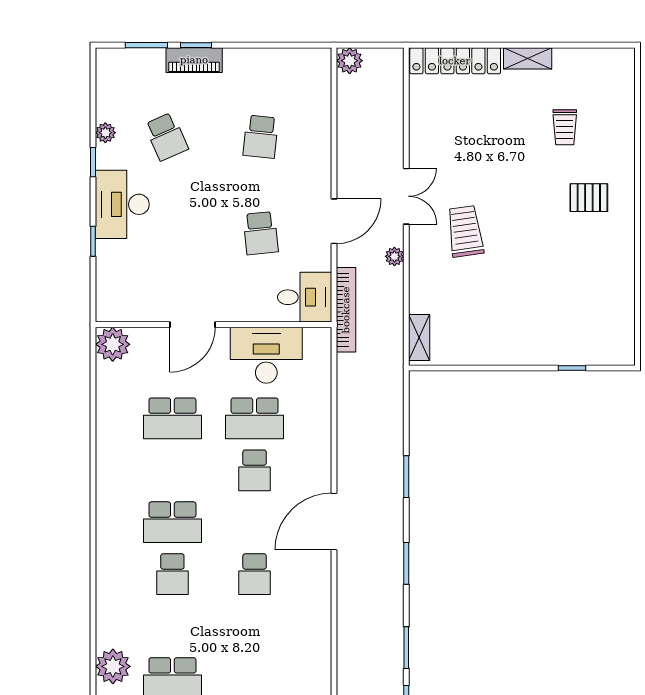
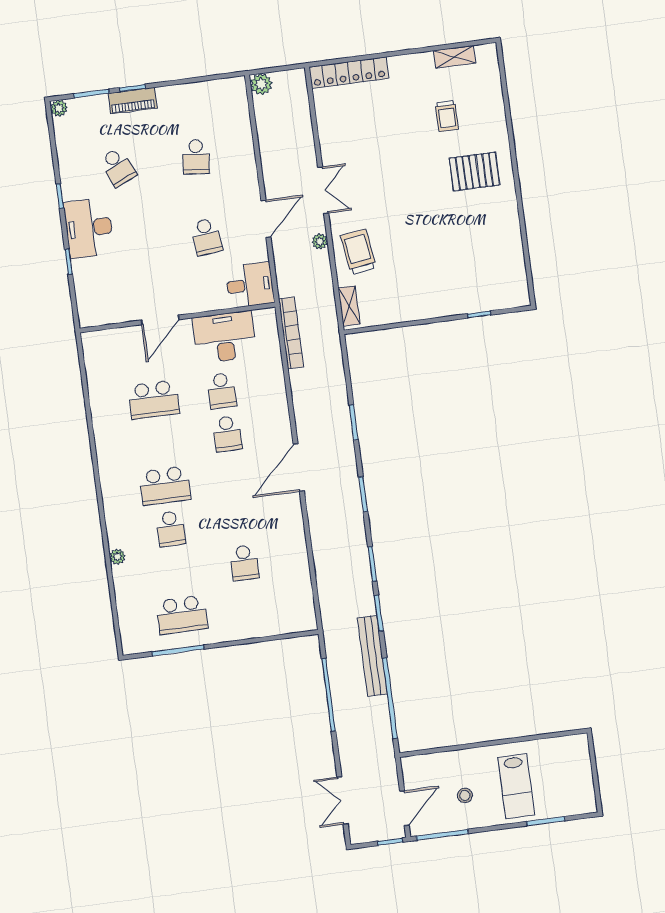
shelving: (528, 58) -> (454, 57), moved
plant: (105, 133) -> (59, 108), moved
pallet: (589, 198) -> (474, 172), width x1.50, depth x1.42
trolley: (465, 231) -> (358, 252), moved
bookcase: (346, 310) -> (291, 333), moved
plant: (113, 344) -> (96, 345), removed
school desk: (255, 418) -> (222, 391), width x0.54
school desk: (255, 574) -> (244, 563), moved
plant: (113, 666) -> (117, 557), moved, width x0.53, depth x0.53

